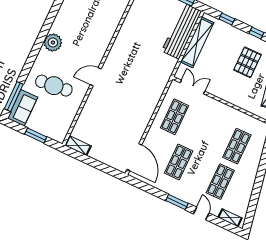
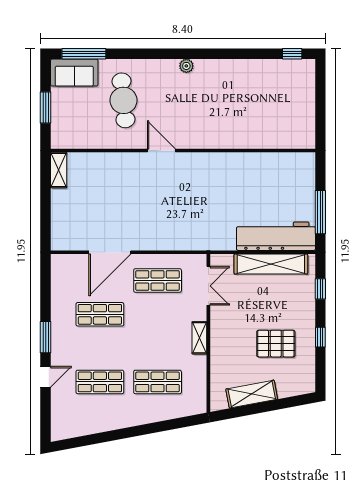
plant: (53, 42) -> (186, 66), width x0.53, depth x0.53
door: (134, 157) -> (110, 252), moved
shelving: (230, 218) -> (199, 338), moved

